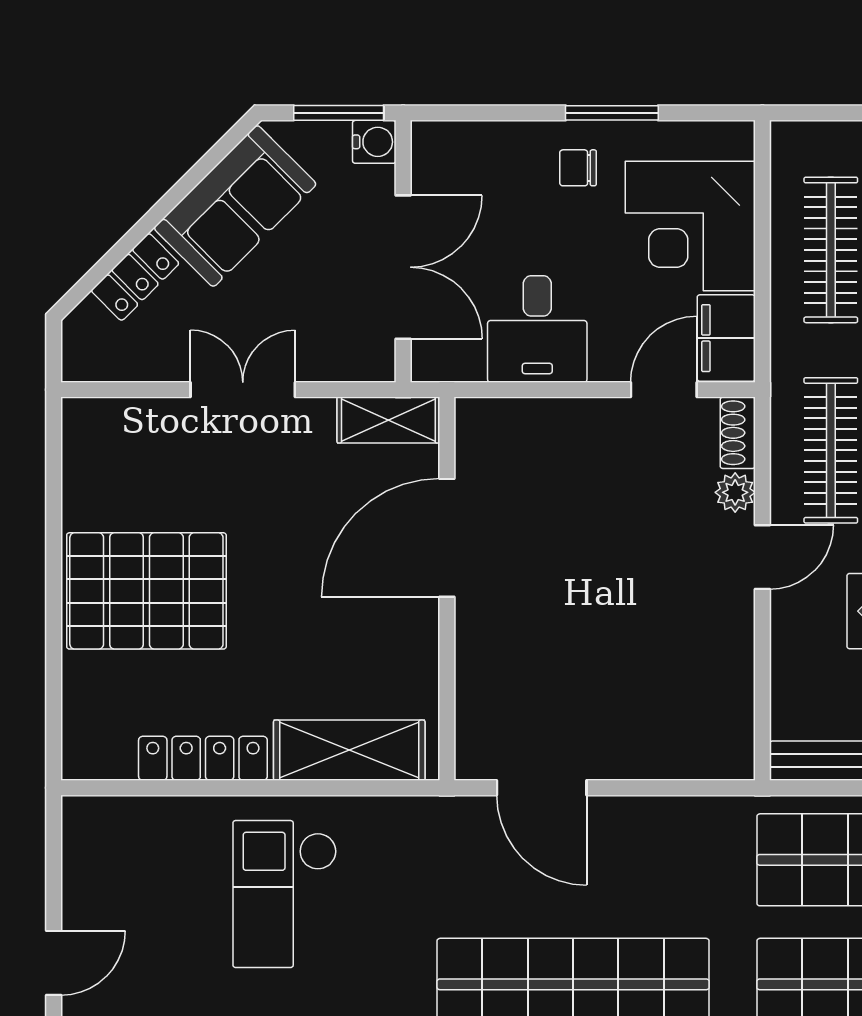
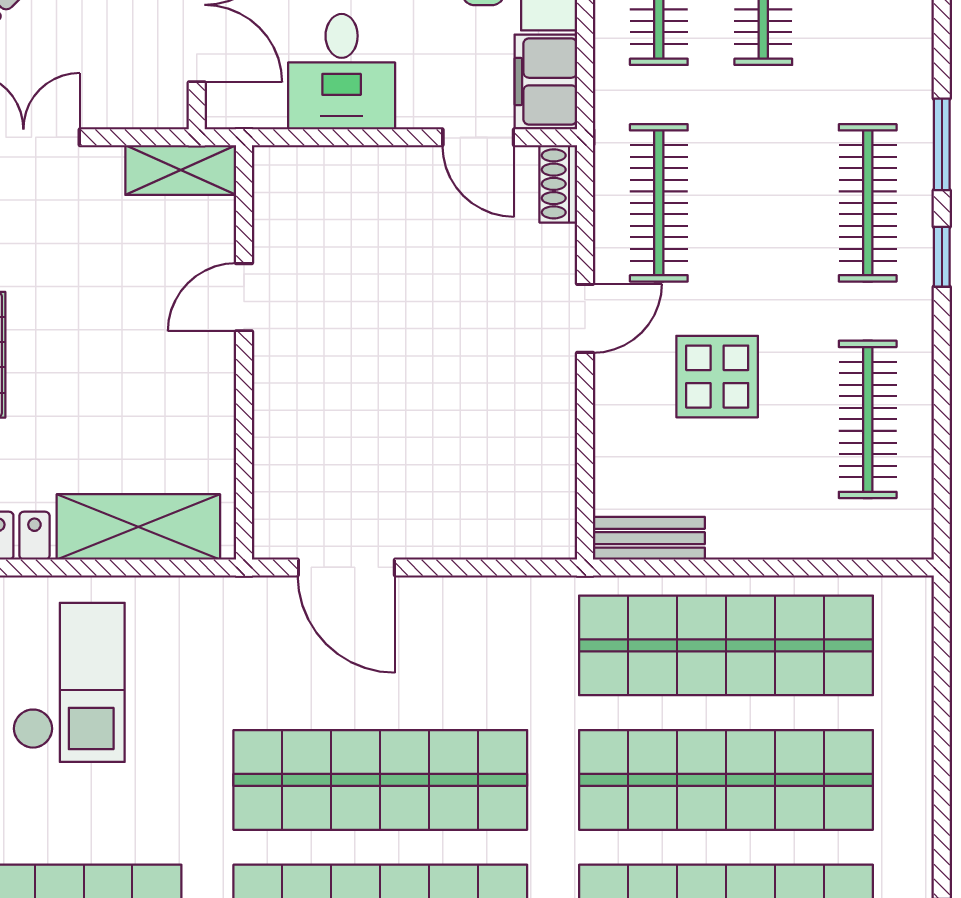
door: (664, 390) -> (478, 137), swing flipped
plant: (735, 492) -> (555, 248), removed
door: (447, 538) -> (244, 297), width x0.53
checkout: (285, 894) -> (69, 682), turned 180

